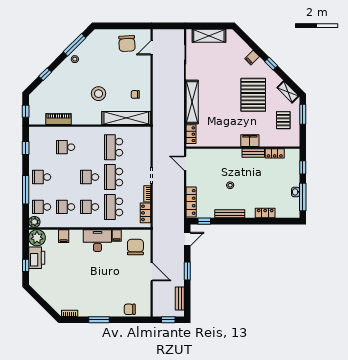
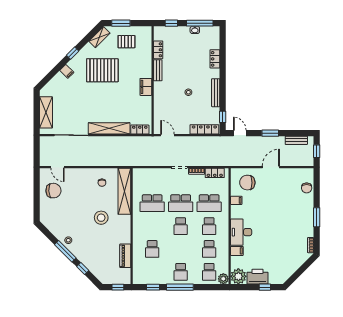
window: (75, 45) -> (65, 251), moved
filing cabinet: (250, 141) -> (146, 87), moved
door: (185, 163) -> (167, 135), swing flipped
window: (26, 190) -> (180, 287), moved
desk: (97, 241) -> (241, 232), moved

